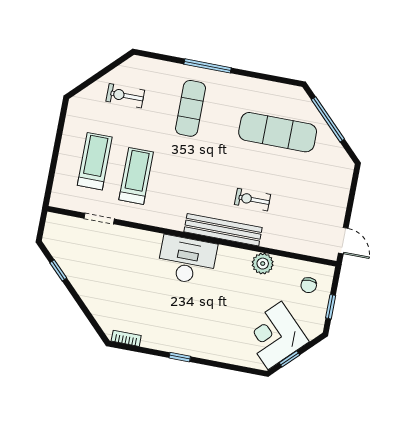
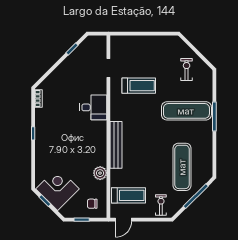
exercise mat: (191, 108) -> (186, 111), width x1.36, depth x1.45
treadmill: (95, 161) -> (128, 195), moved
exercise bike: (252, 200) -> (161, 205), moved
desk: (187, 260) -> (93, 107), moved, width x0.73

